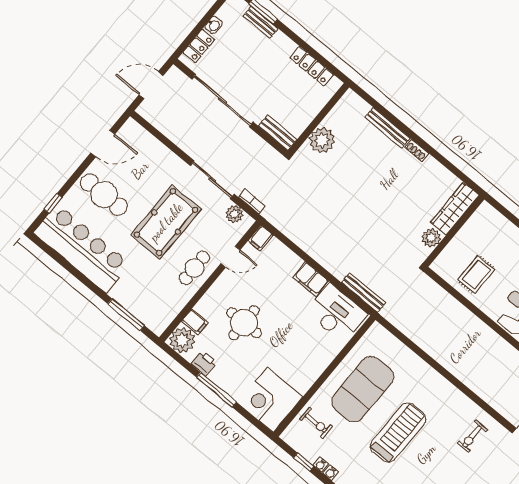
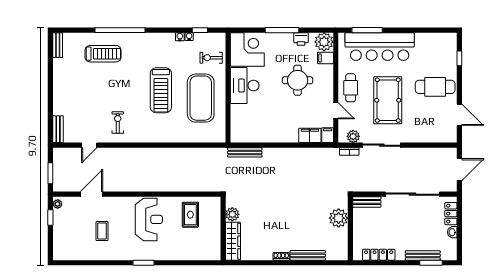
bench: (261, 22) -> (423, 255), width x1.36
door: (103, 143) -> (459, 115), swing flipped
bar counter: (82, 248) -> (380, 47), moved
door: (230, 257) -> (336, 111), swing flipped
filing cabinet: (311, 279) -> (310, 135), moved
desk: (337, 313) -> (245, 85), moved, turned 90

